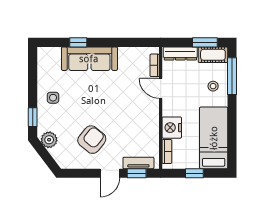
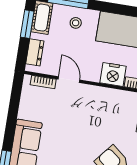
dresser: (180, 53) -> (35, 52), width x0.70
door: (161, 88) -> (69, 80), swing flipped

